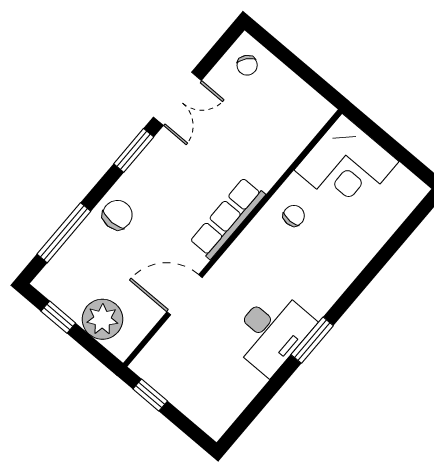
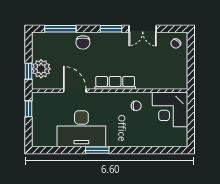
chair: (117, 215) -> (83, 42), turned 90
window: (58, 317) -> (28, 71), moved
desk: (271, 332) -> (81, 129), width x1.36, depth x1.30

